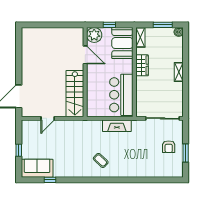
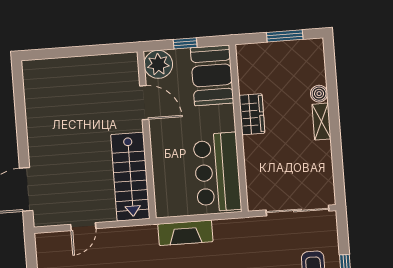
boiler: (179, 32) -> (319, 94), moved
shelving: (140, 37) -> (245, 62), removed
fireplace: (117, 126) -> (185, 233), moved

